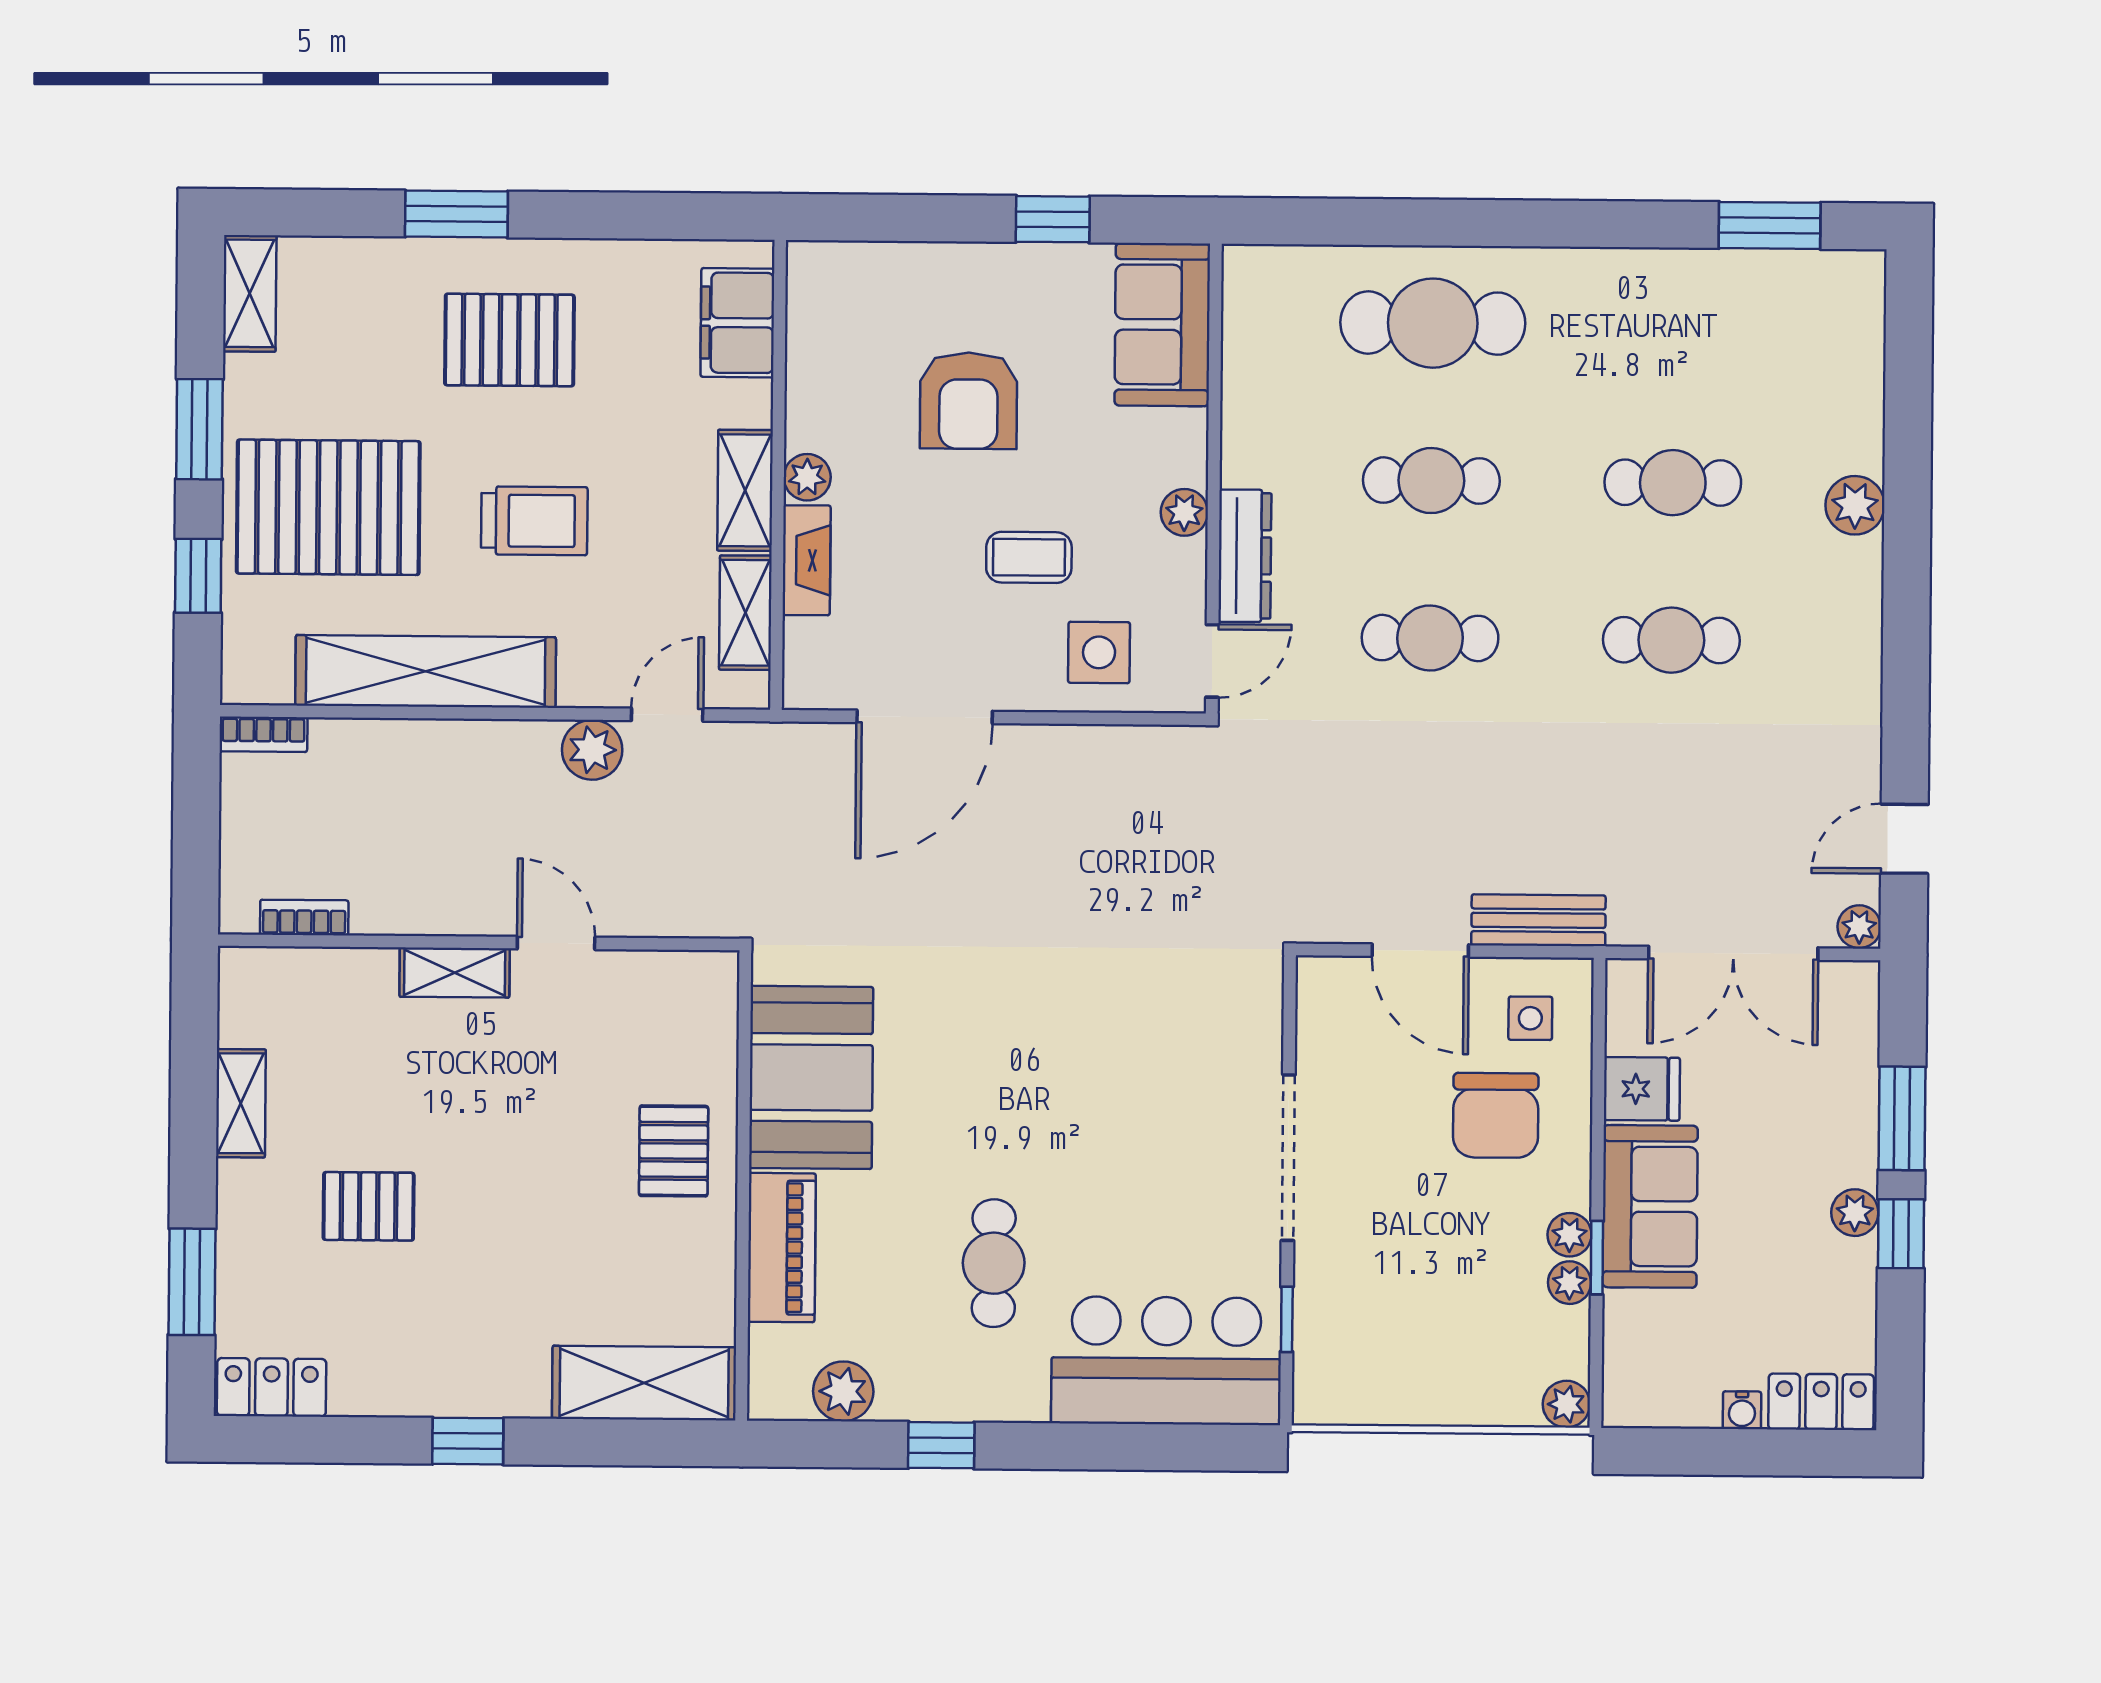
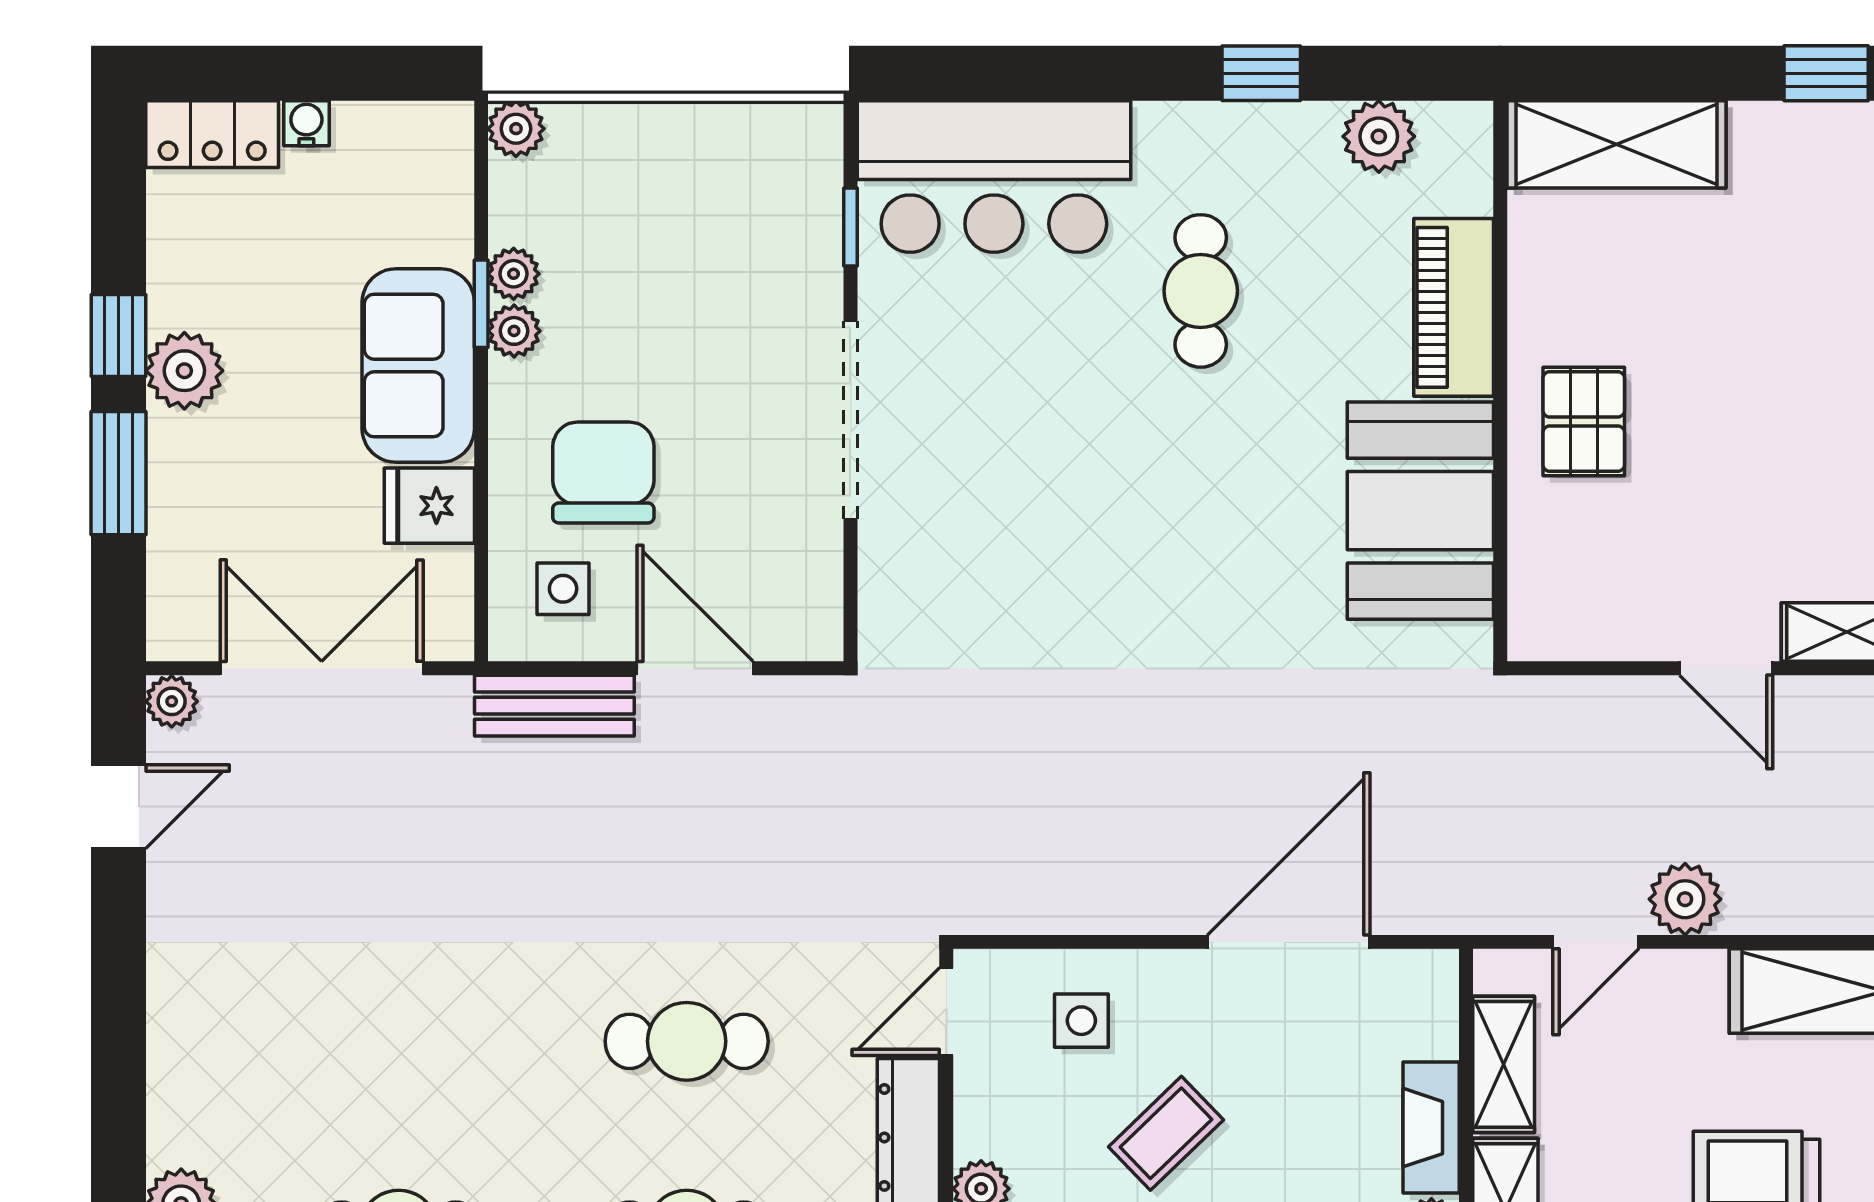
coffee table: (1029, 557) -> (1166, 1133), turned -44
cafe table: (1671, 640) -> (399, 1041), removed
side table: (1099, 652) -> (1081, 1021), width x0.73, depth x0.73
plant: (1855, 1213) -> (184, 371), width x1.38, depth x1.38

